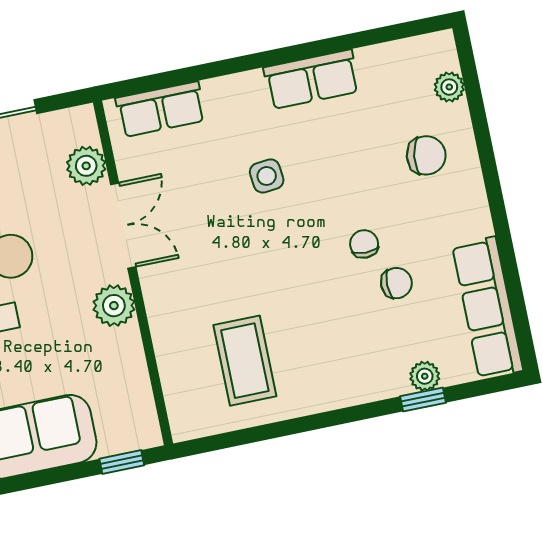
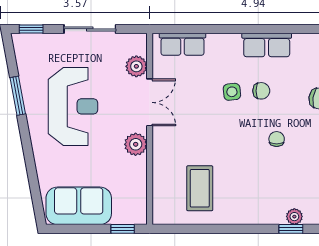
chair: (396, 283) -> (261, 91), moved

